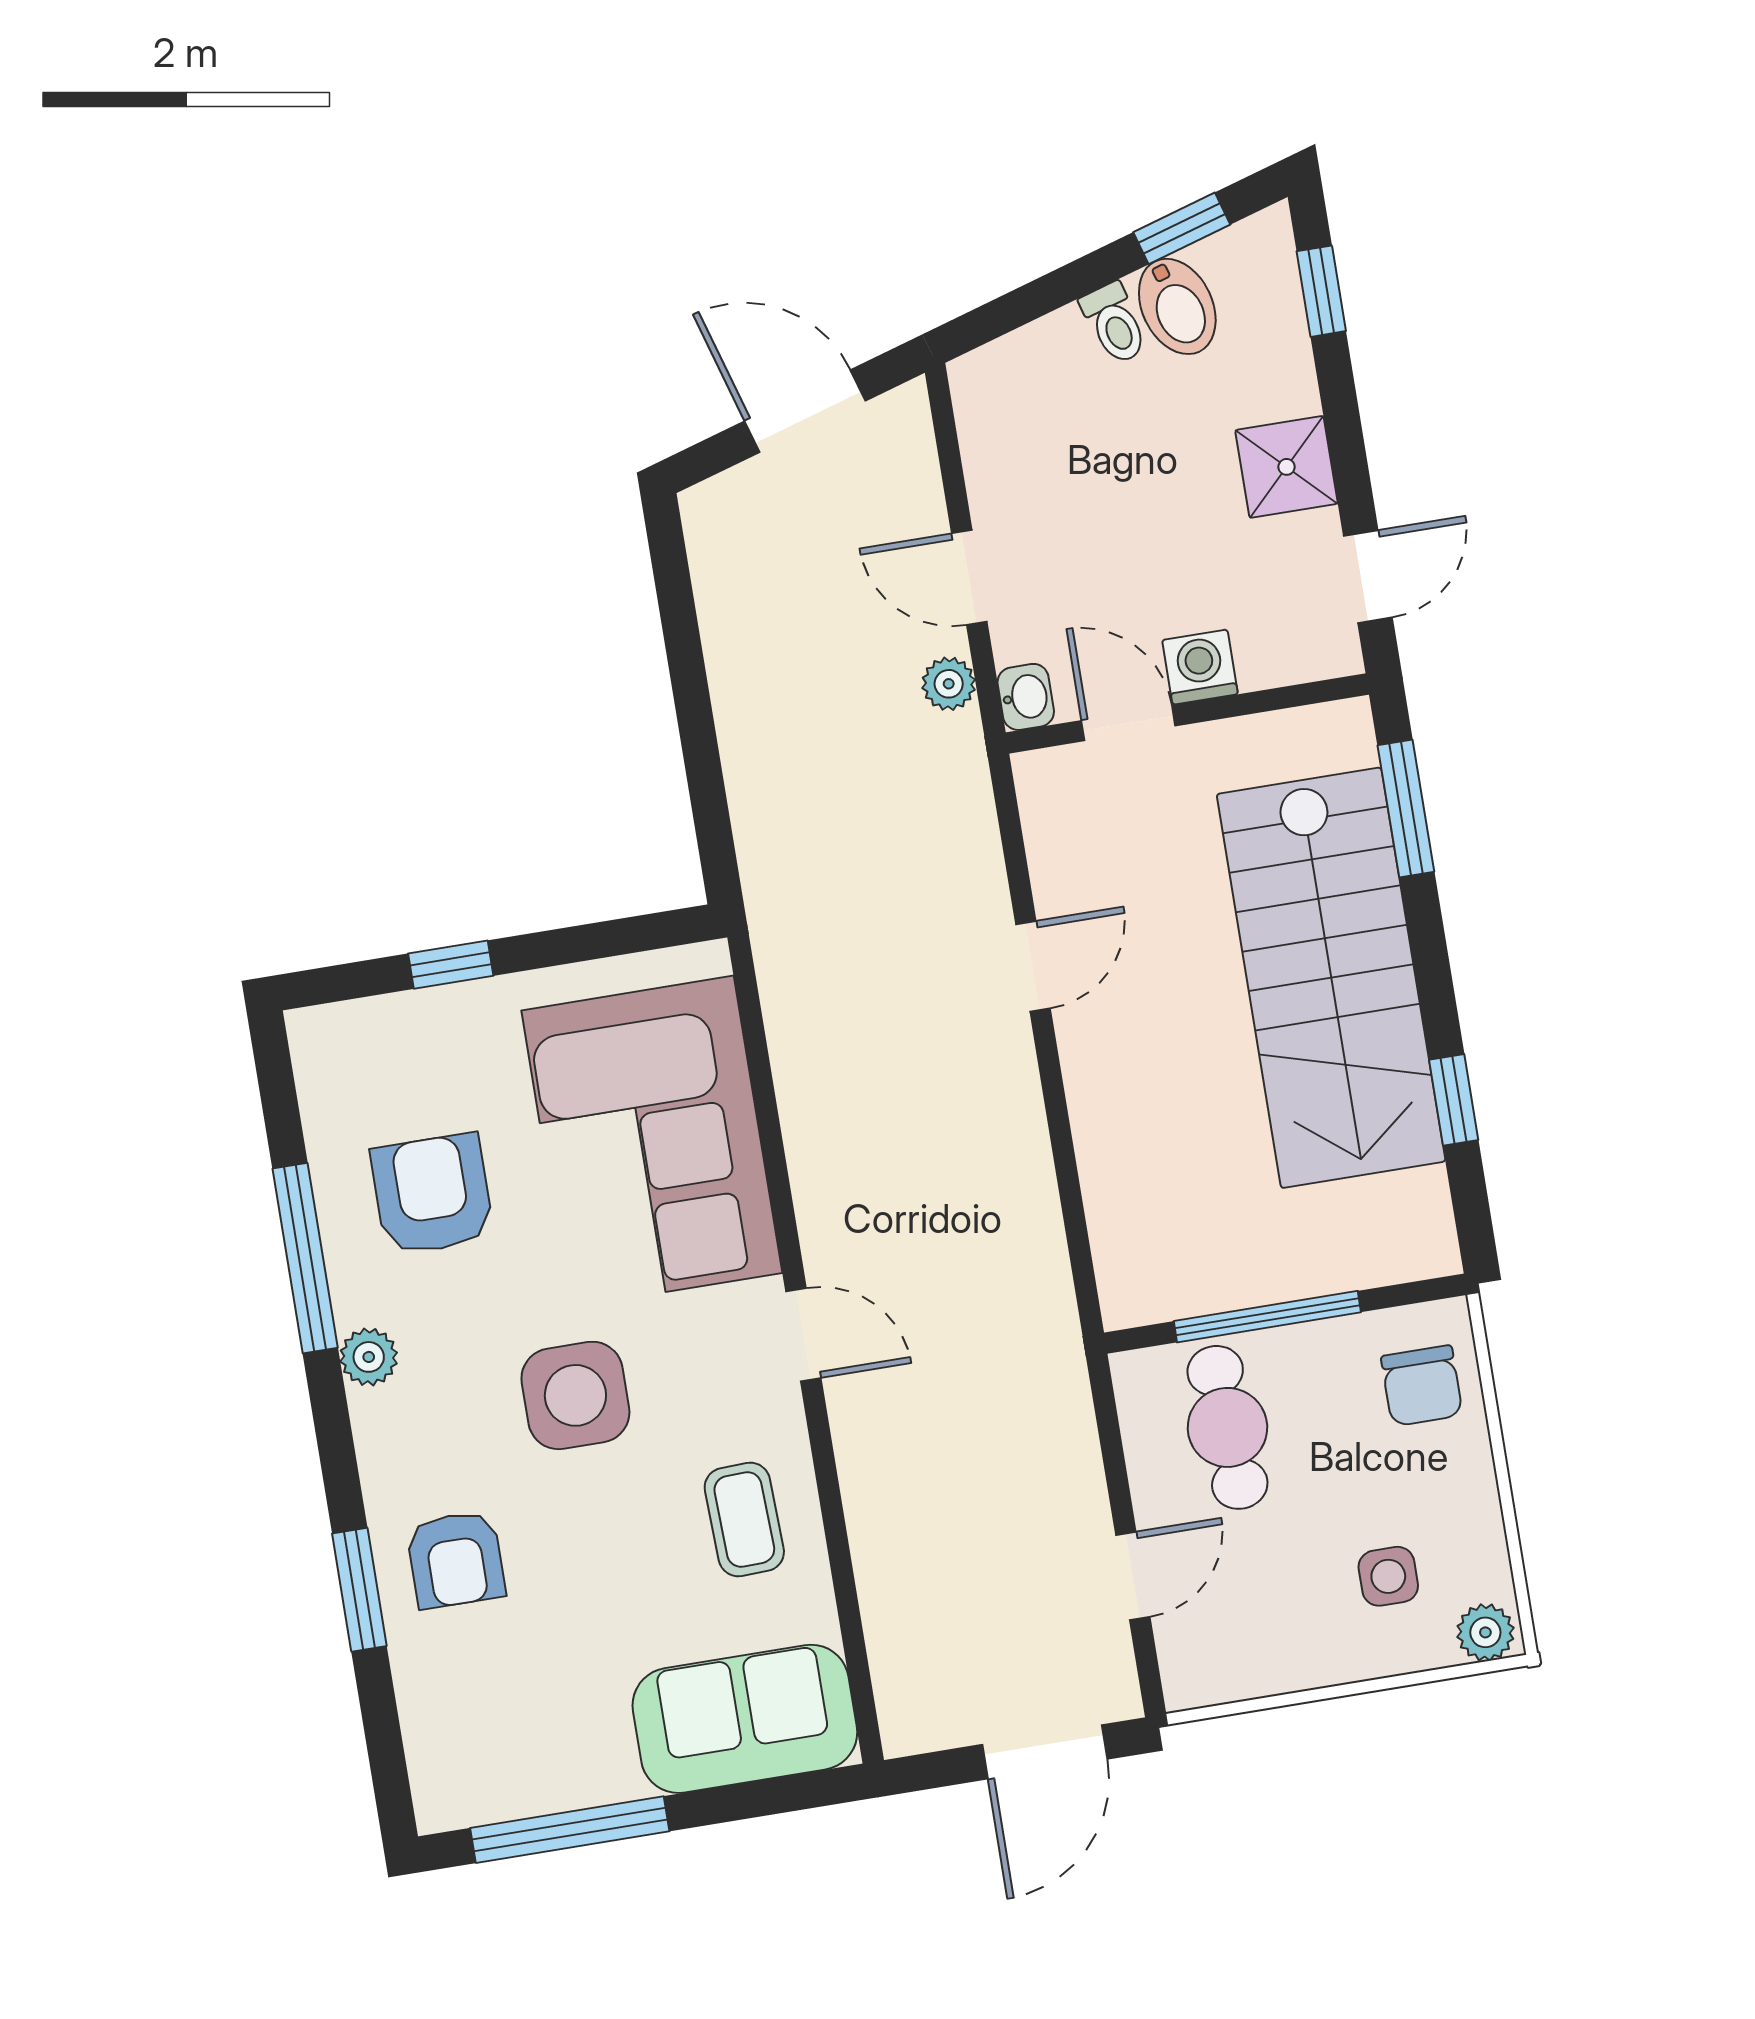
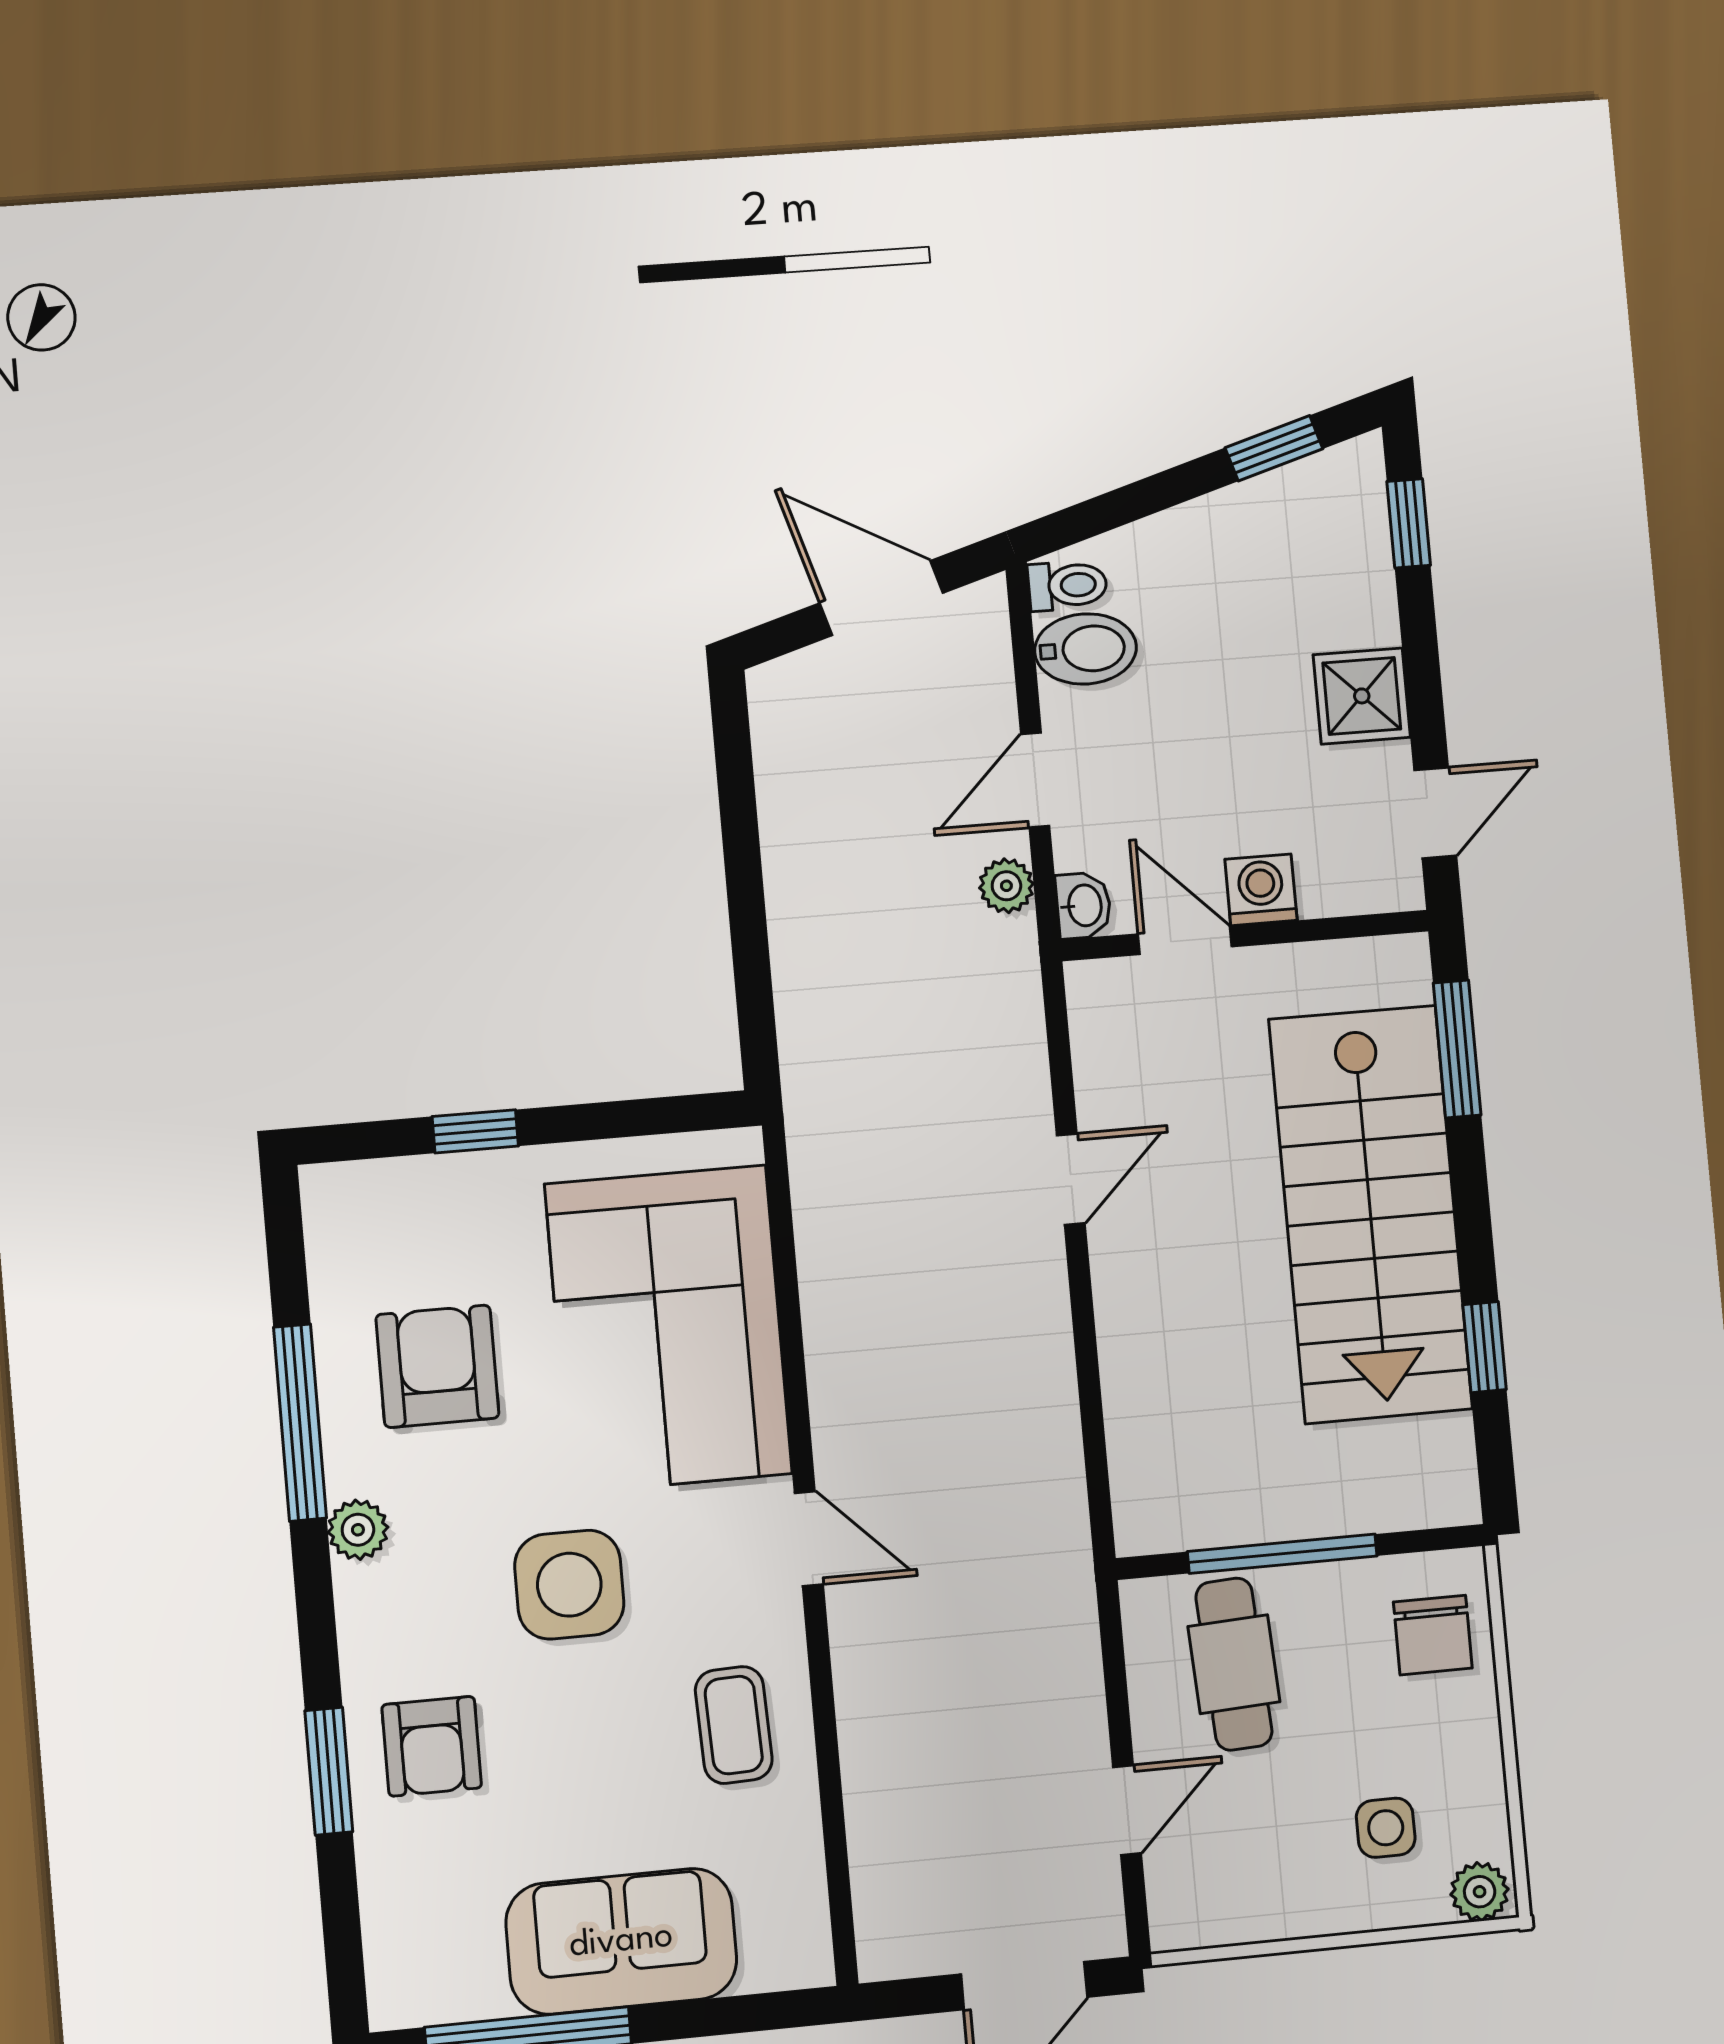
bidet: (1177, 306) -> (1086, 649), moved, turned -73
toilet: (1114, 323) -> (1068, 585), moved, turned -73
door: (969, 578) -> (1035, 780), hinge flipped
sofa: (745, 1719) -> (621, 1941), moved

